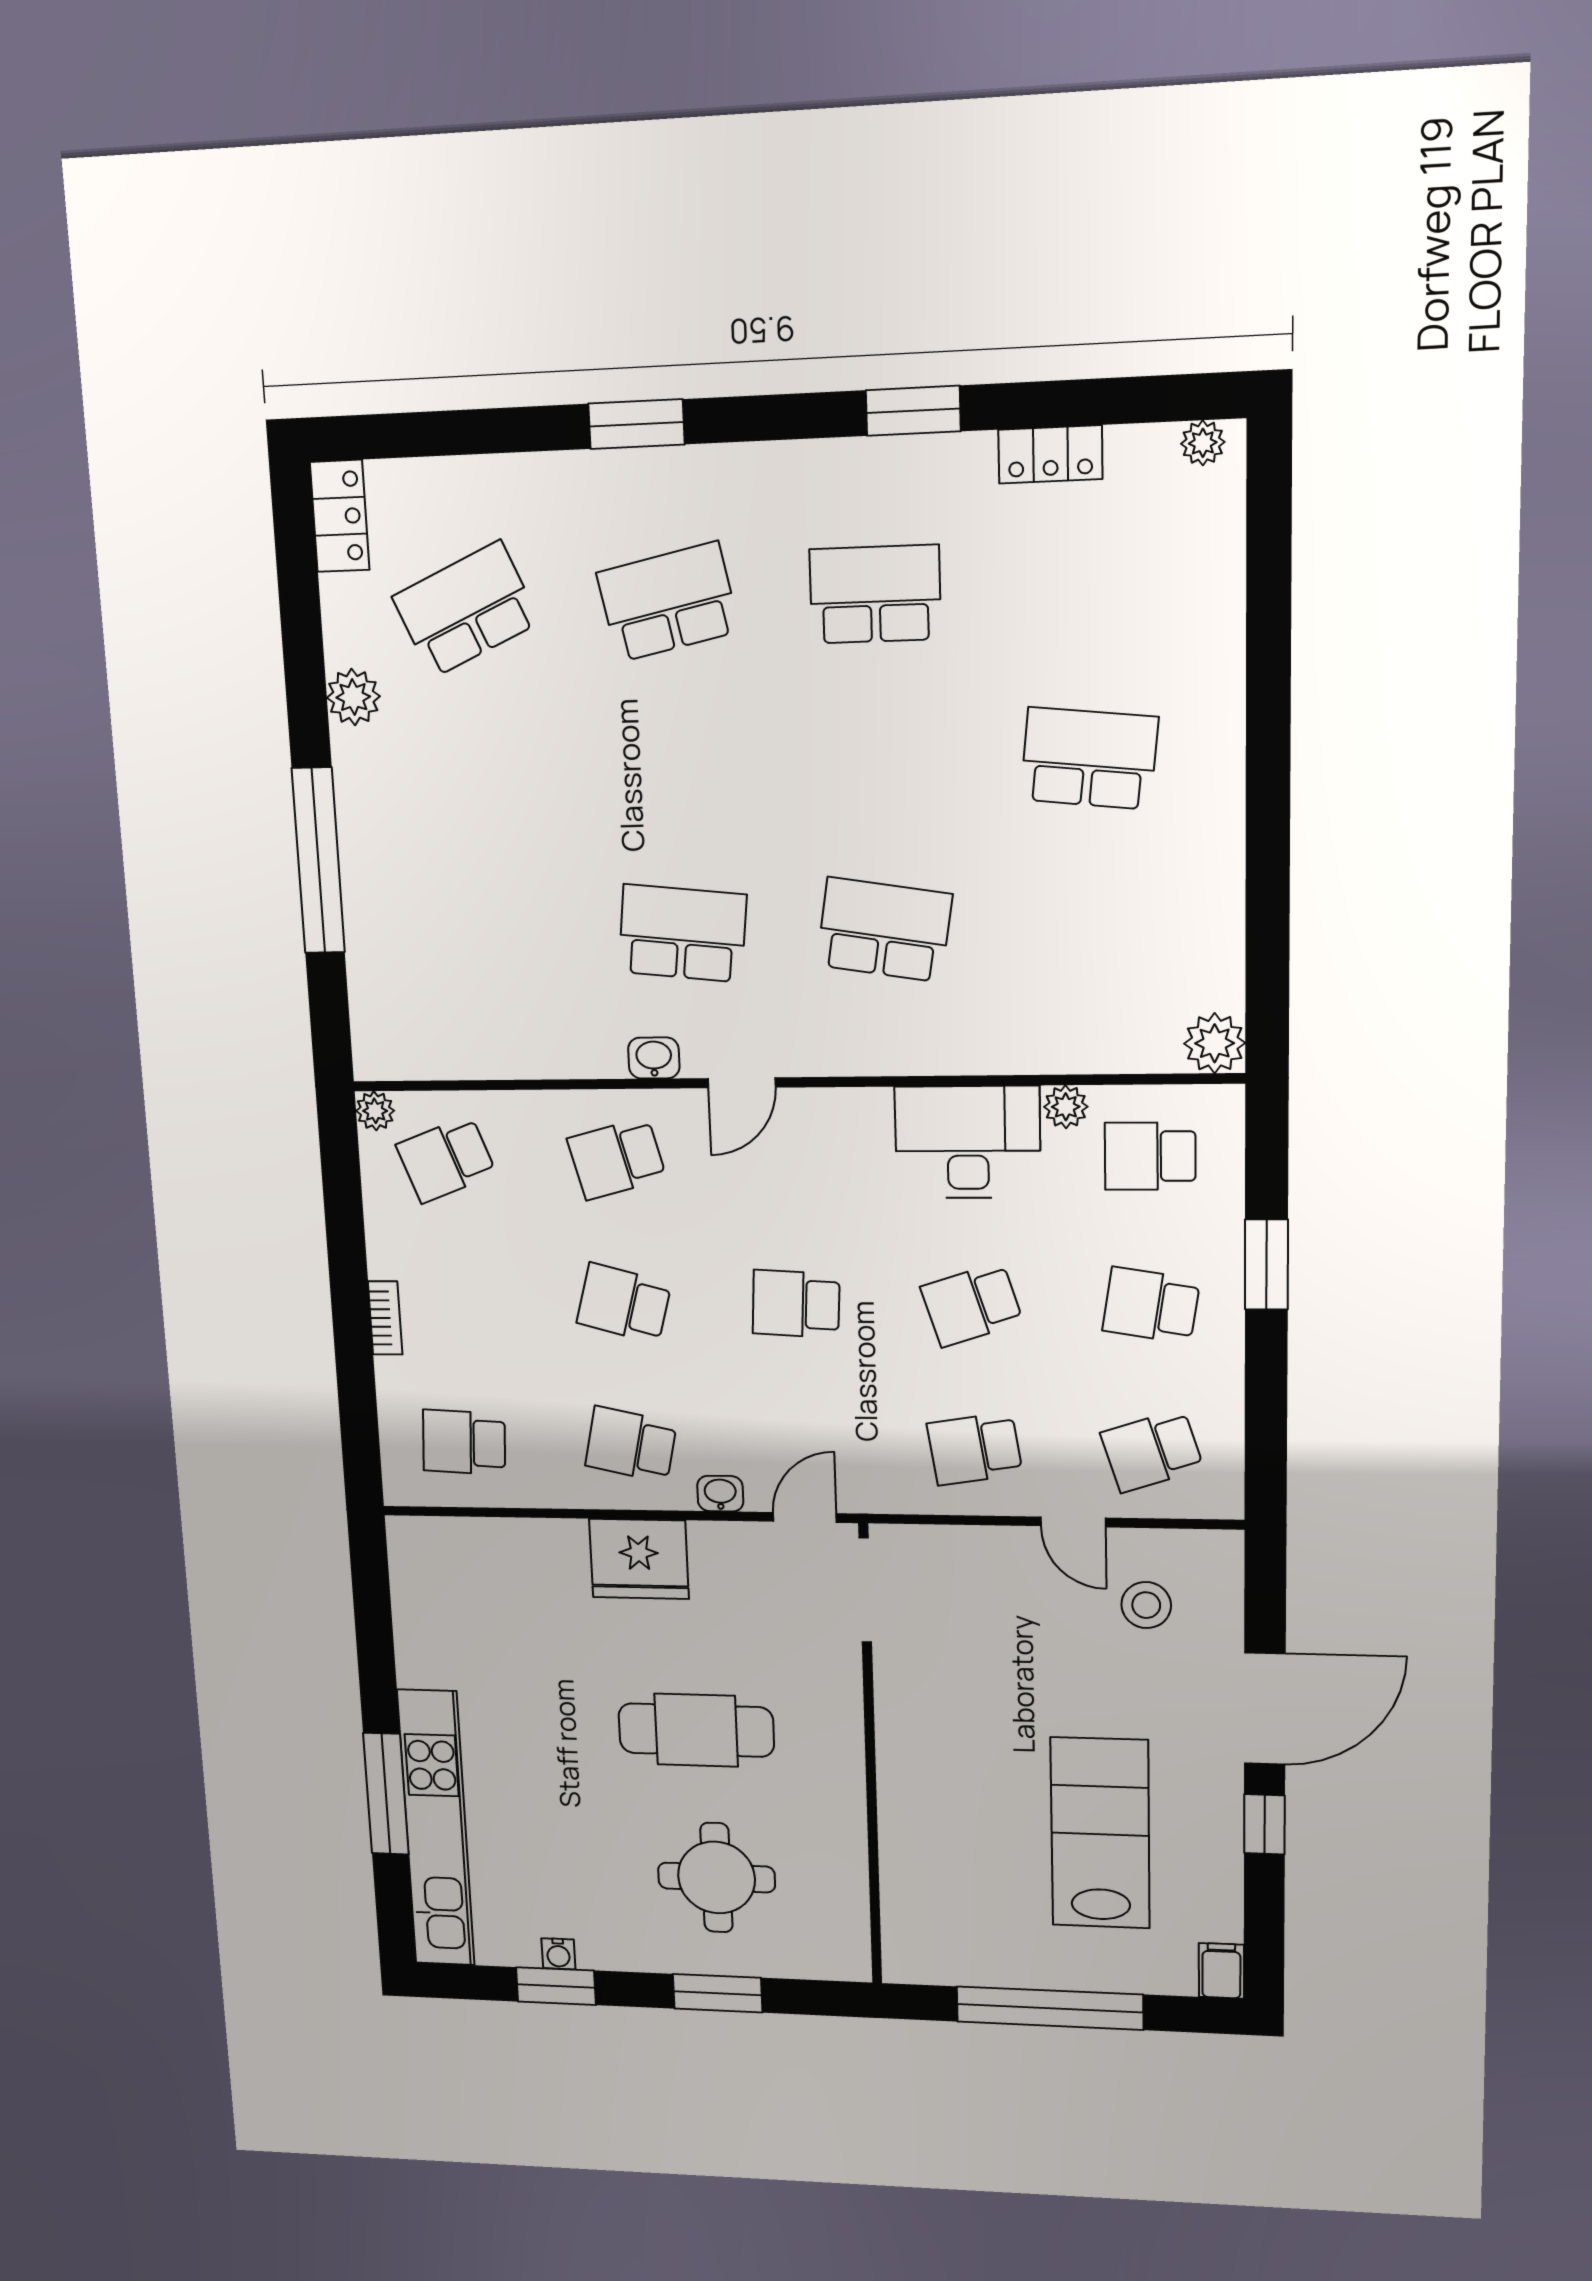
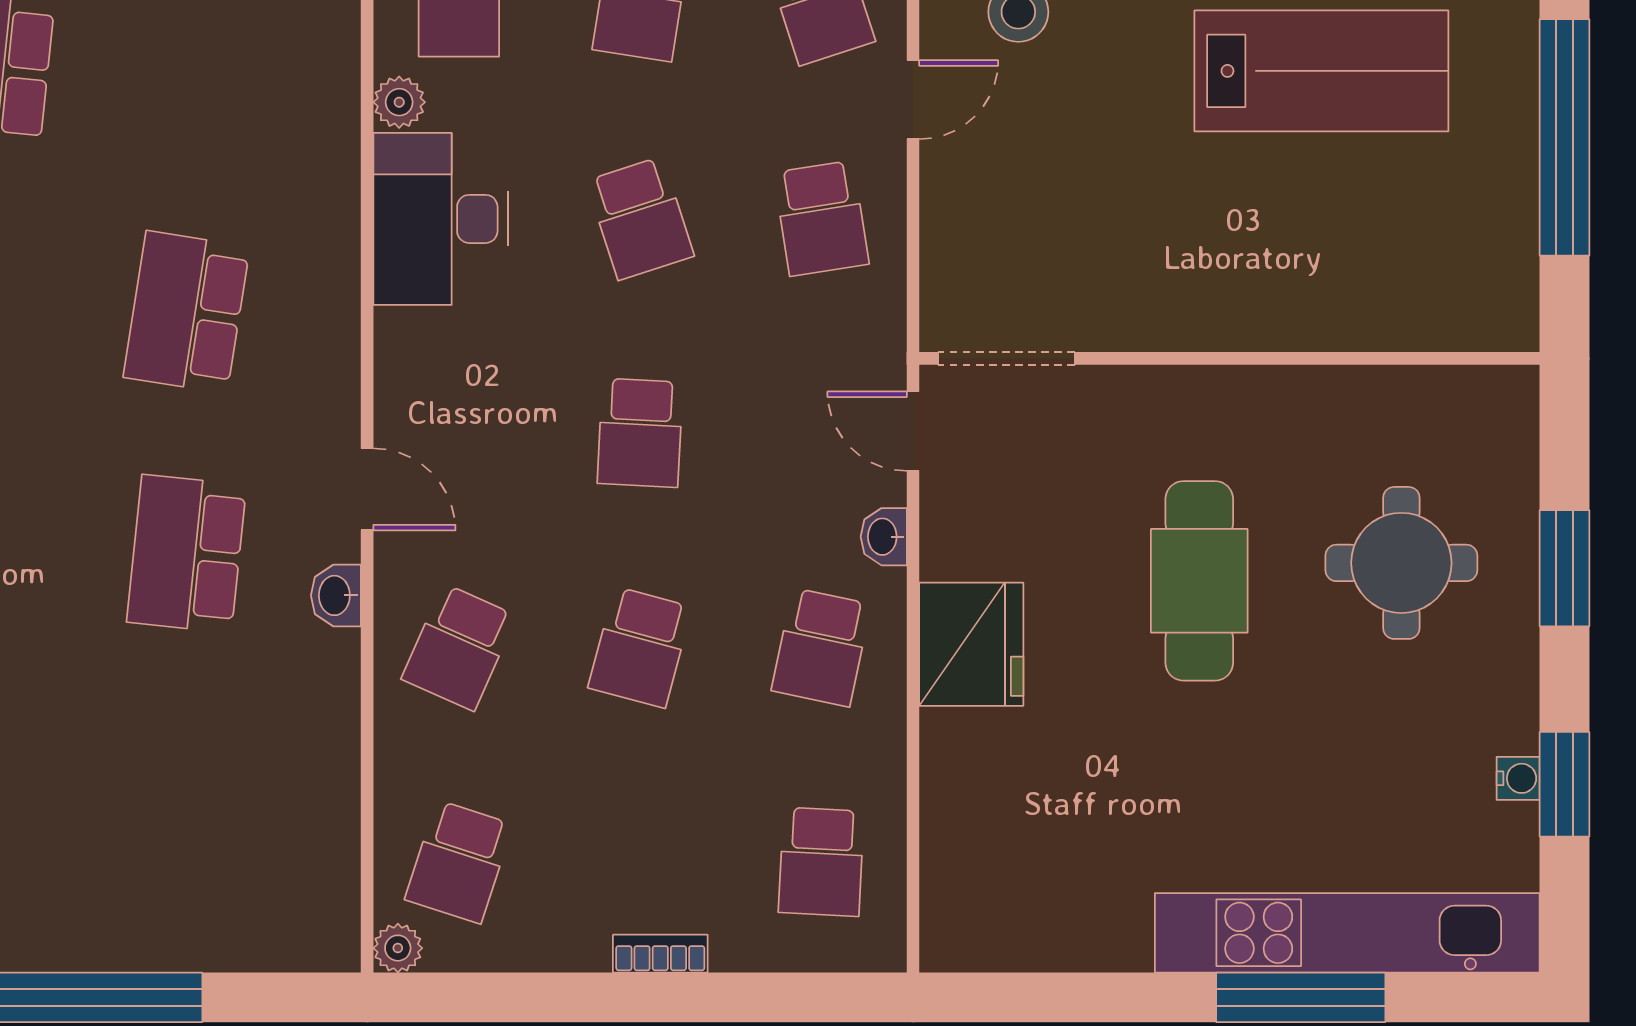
school desk: (446, 1159) -> (459, 862), turned 39
school desk: (617, 1159) -> (459, 647), turned 39
lab bench: (1100, 1833) -> (1321, 71), turned 180

